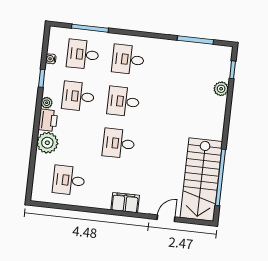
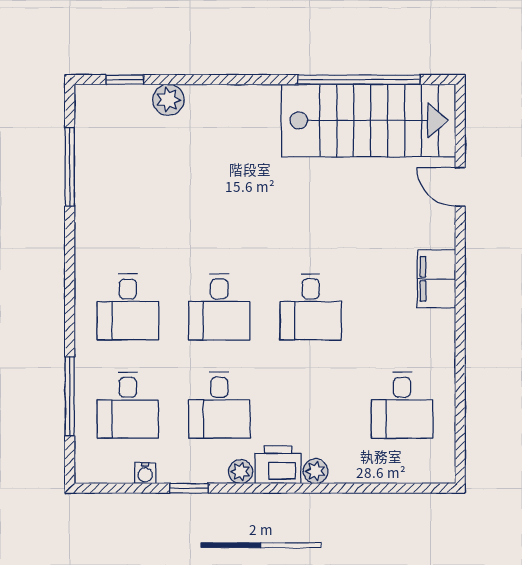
plant: (47, 143) -> (316, 471), width x0.53, depth x0.53

